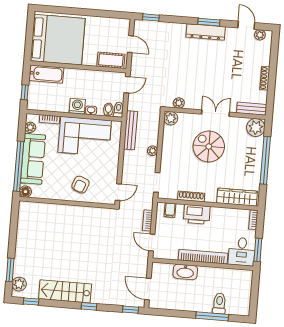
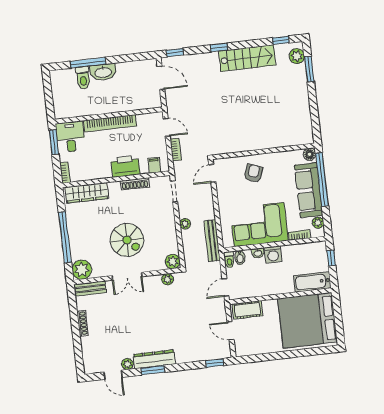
plant: (260, 35) -> (127, 364), moved
washbasin: (185, 272) -> (103, 72), moved, turned 180

